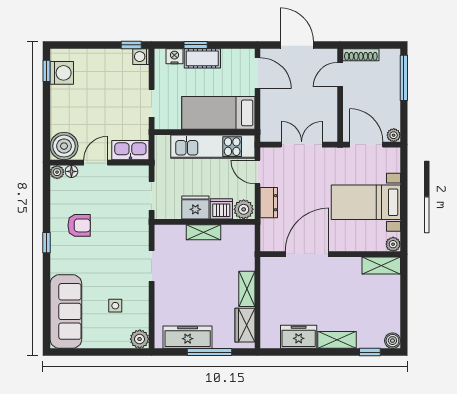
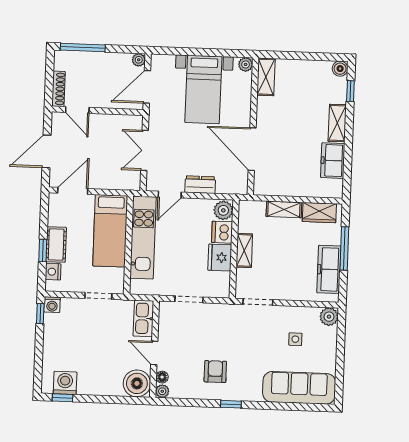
fridge: (195, 207) -> (220, 258), moved
dishwasher: (221, 209) -> (222, 232), moved
plant: (244, 209) -> (223, 210), moved
wall: (205, 222) -> (234, 249), moved
shelving: (204, 232) -> (244, 250), moved

